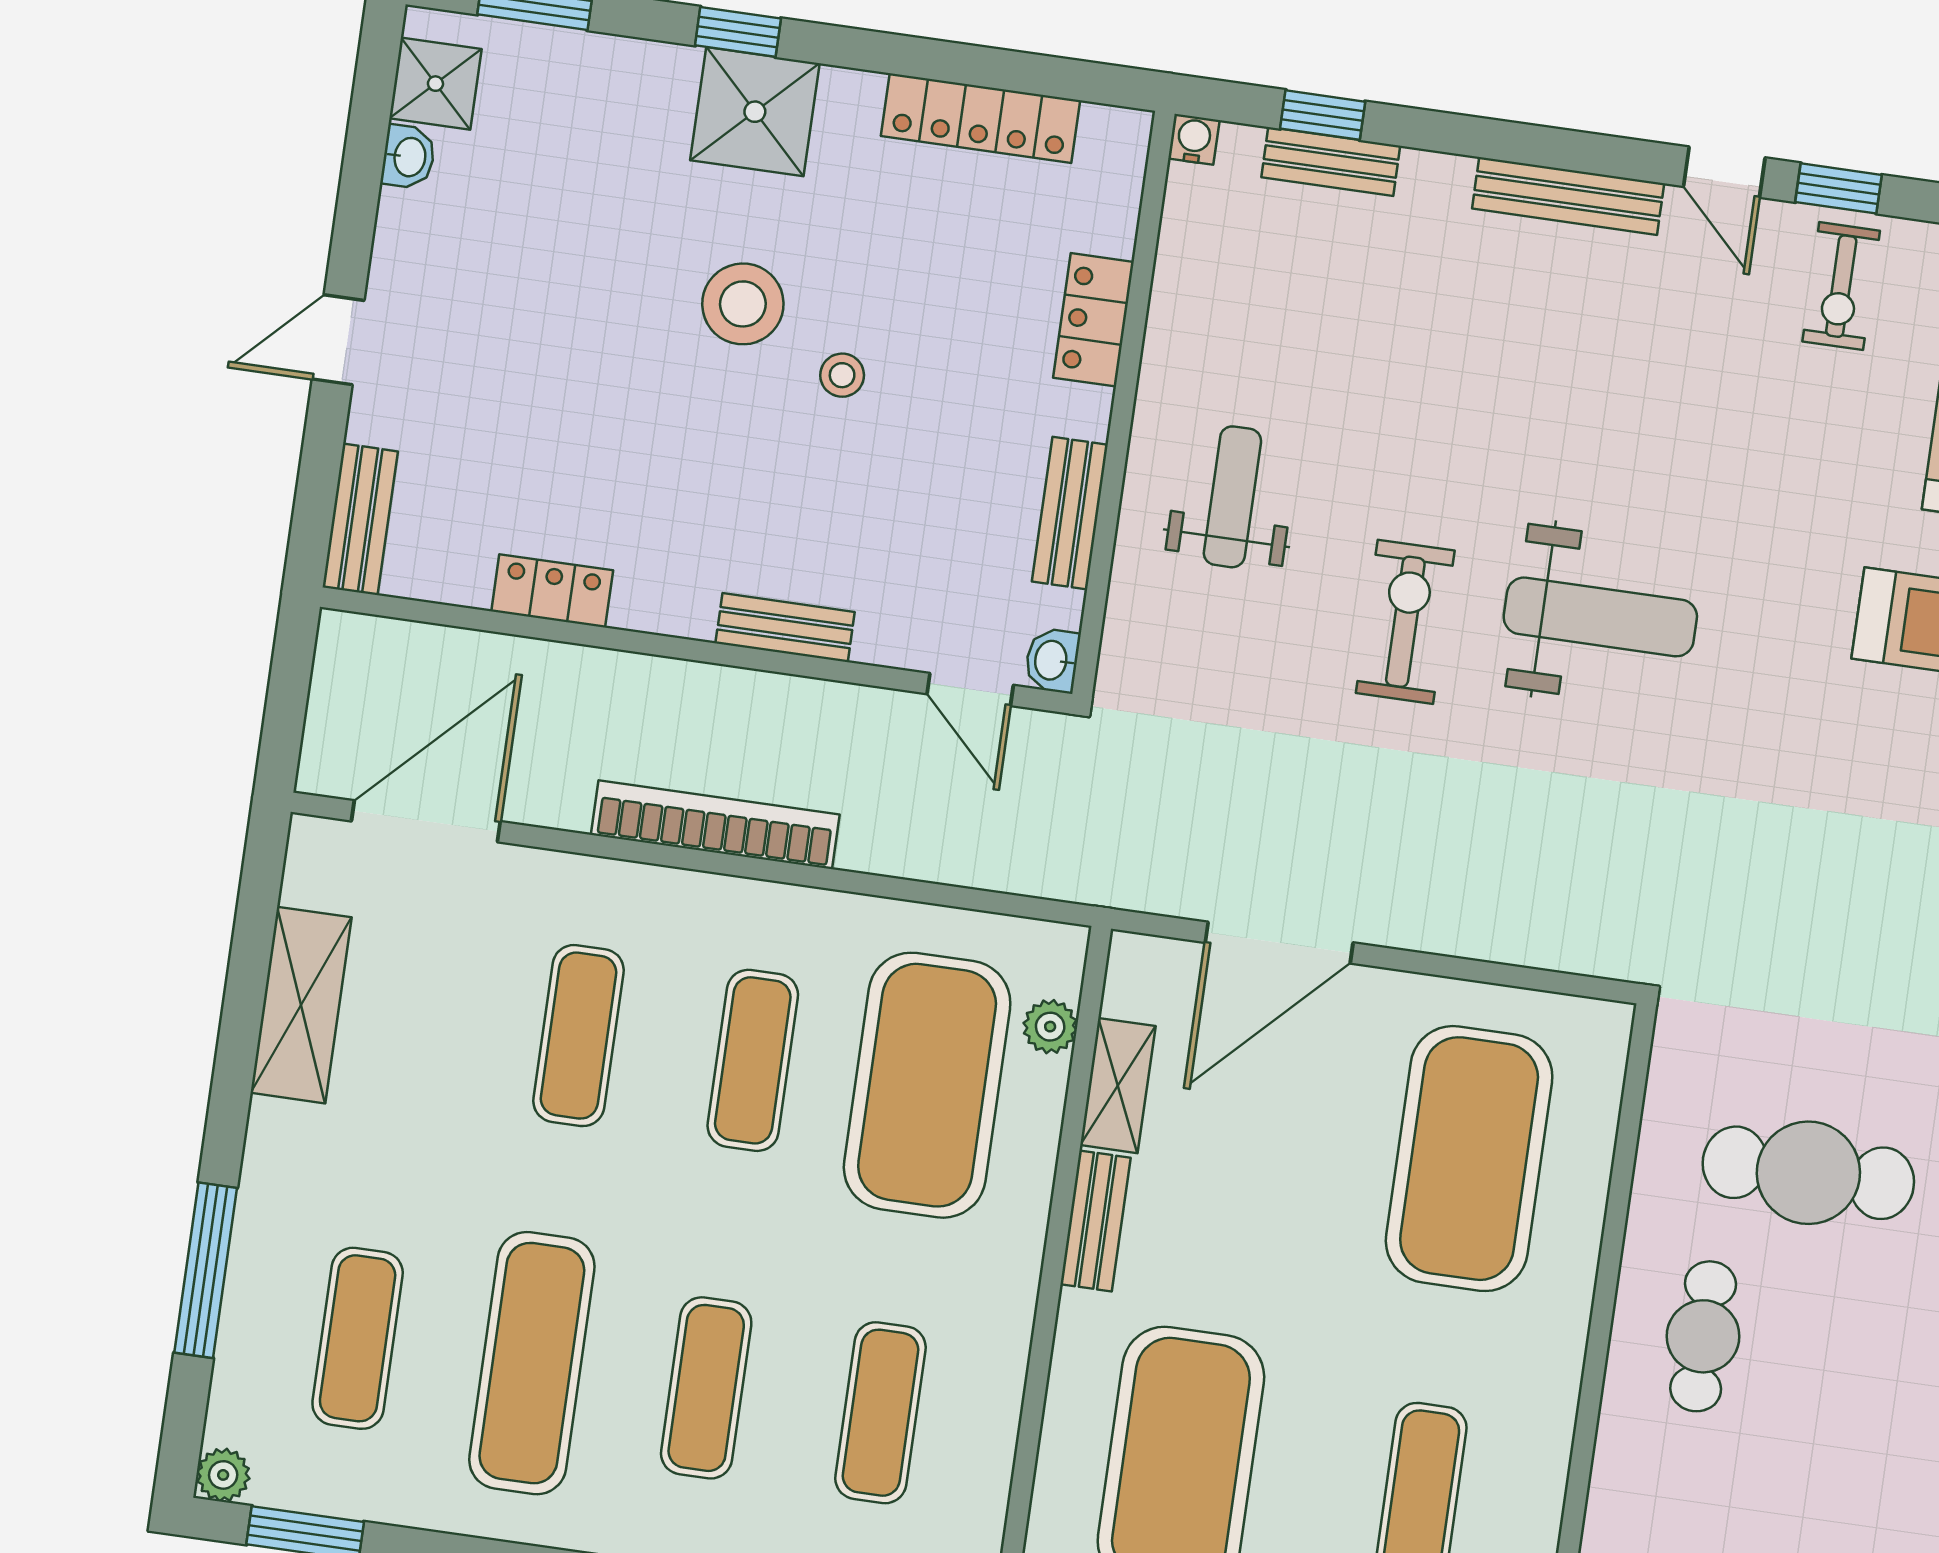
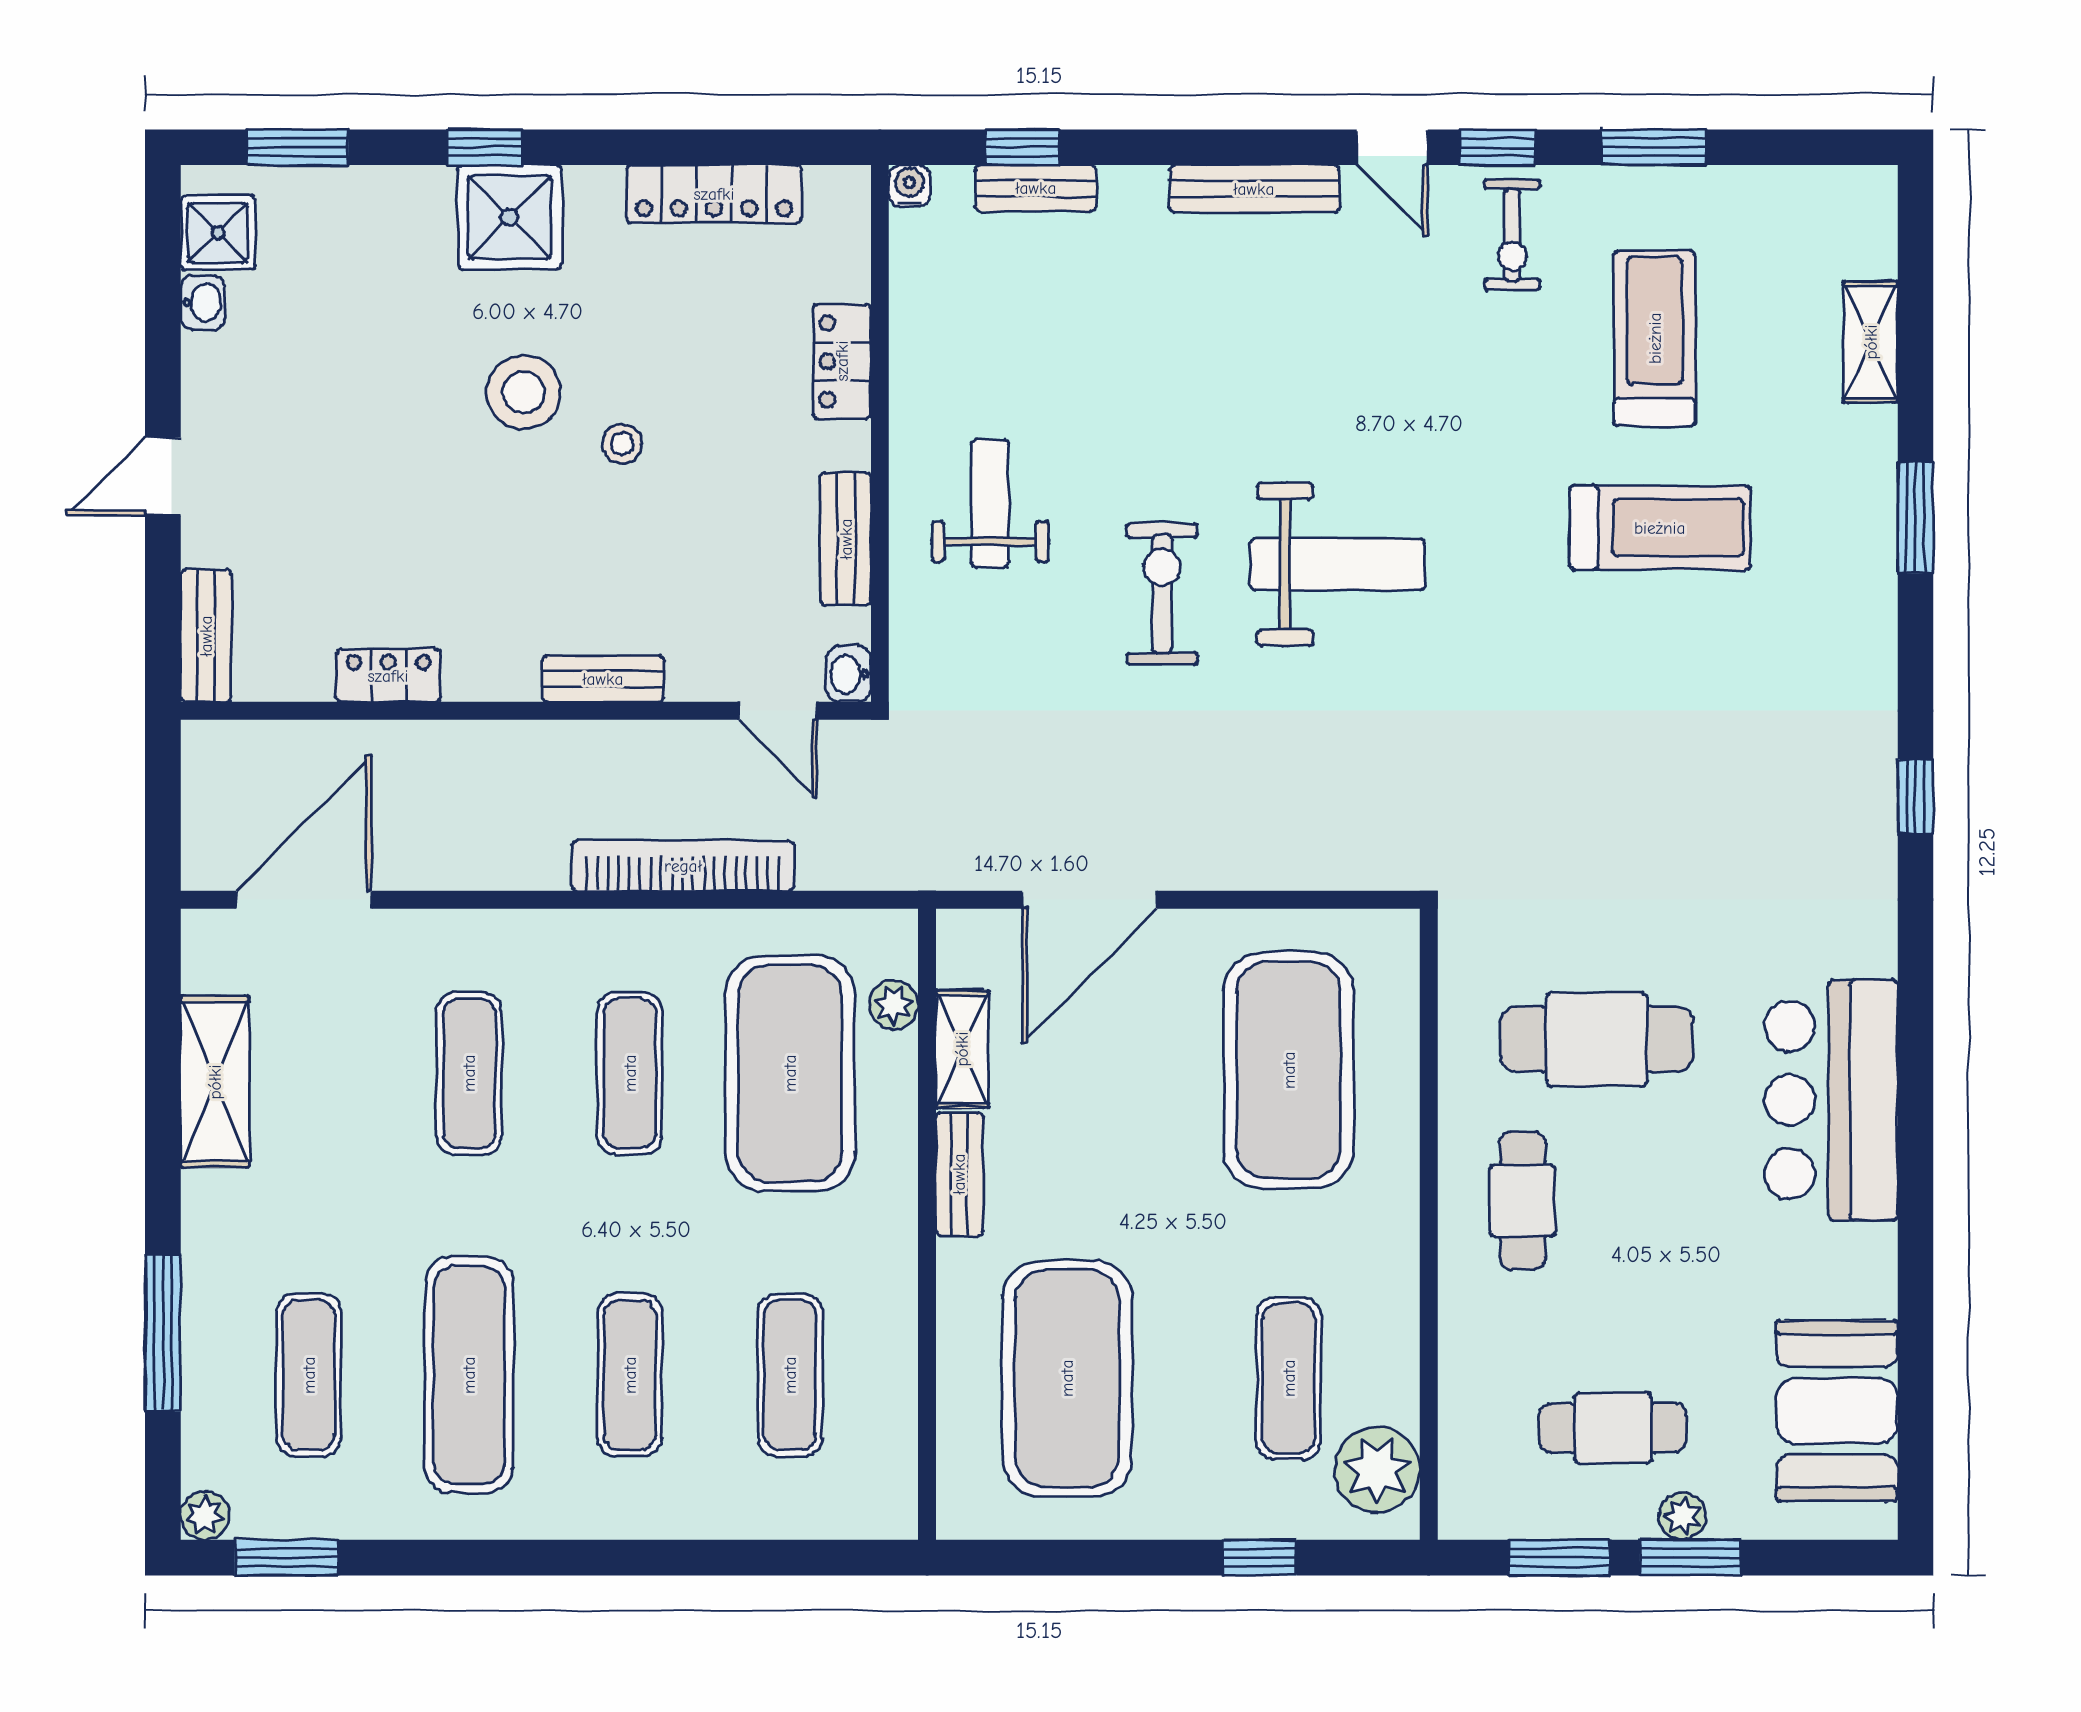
bookcase: (715, 825) -> (683, 866), moved

